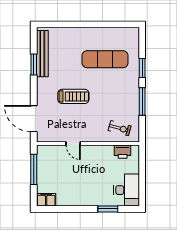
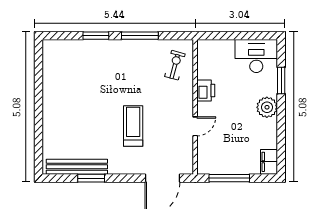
exercise mat: (105, 59) -> (84, 84), removed
printer: (123, 152) -> (206, 90), moved
plant: (88, 198) -> (267, 107), added

